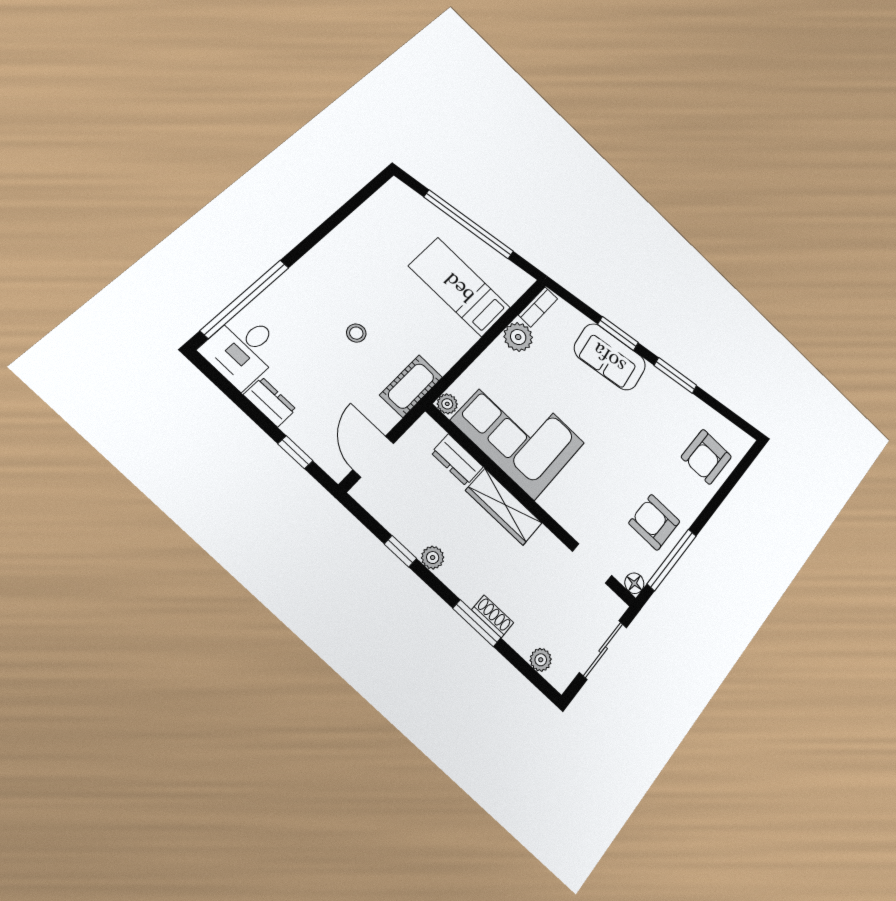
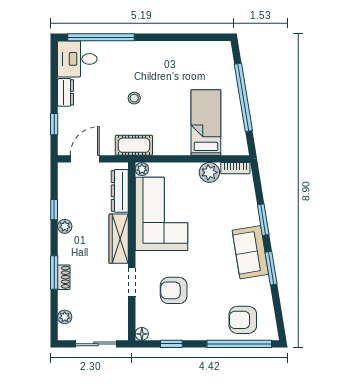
sofa: (610, 357) -> (250, 252), moved
dresser: (457, 460) -> (120, 191), width x1.44
window: (729, 485) -> (239, 344), added
armchair: (654, 522) -> (174, 290), moved, turned -90
window: (672, 560) -> (171, 344), width x0.46
doorway: (592, 563) -> (132, 282), moved

